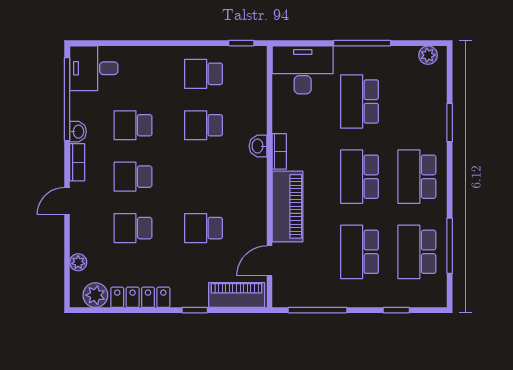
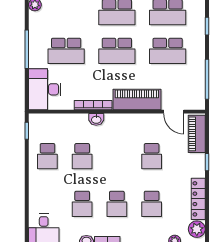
bookcase: (279, 151) -> (93, 105), width x1.56

